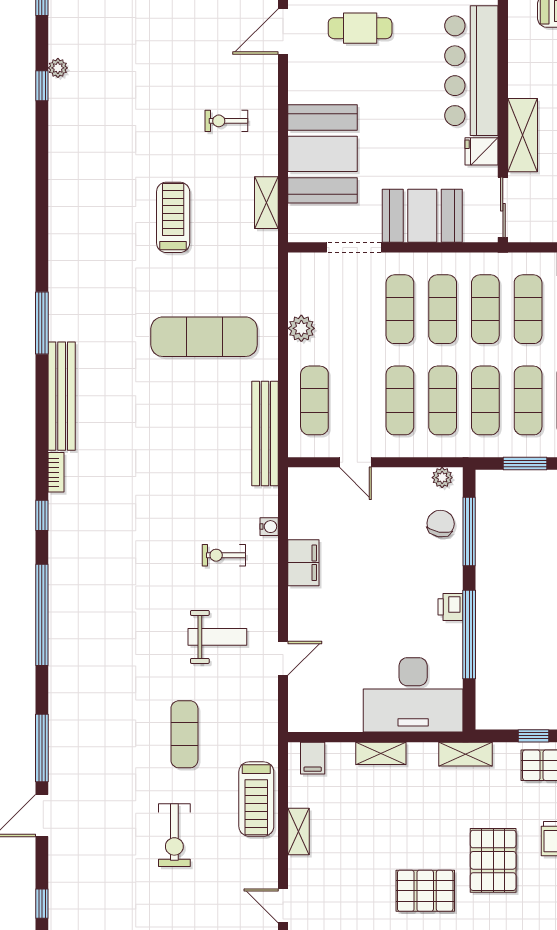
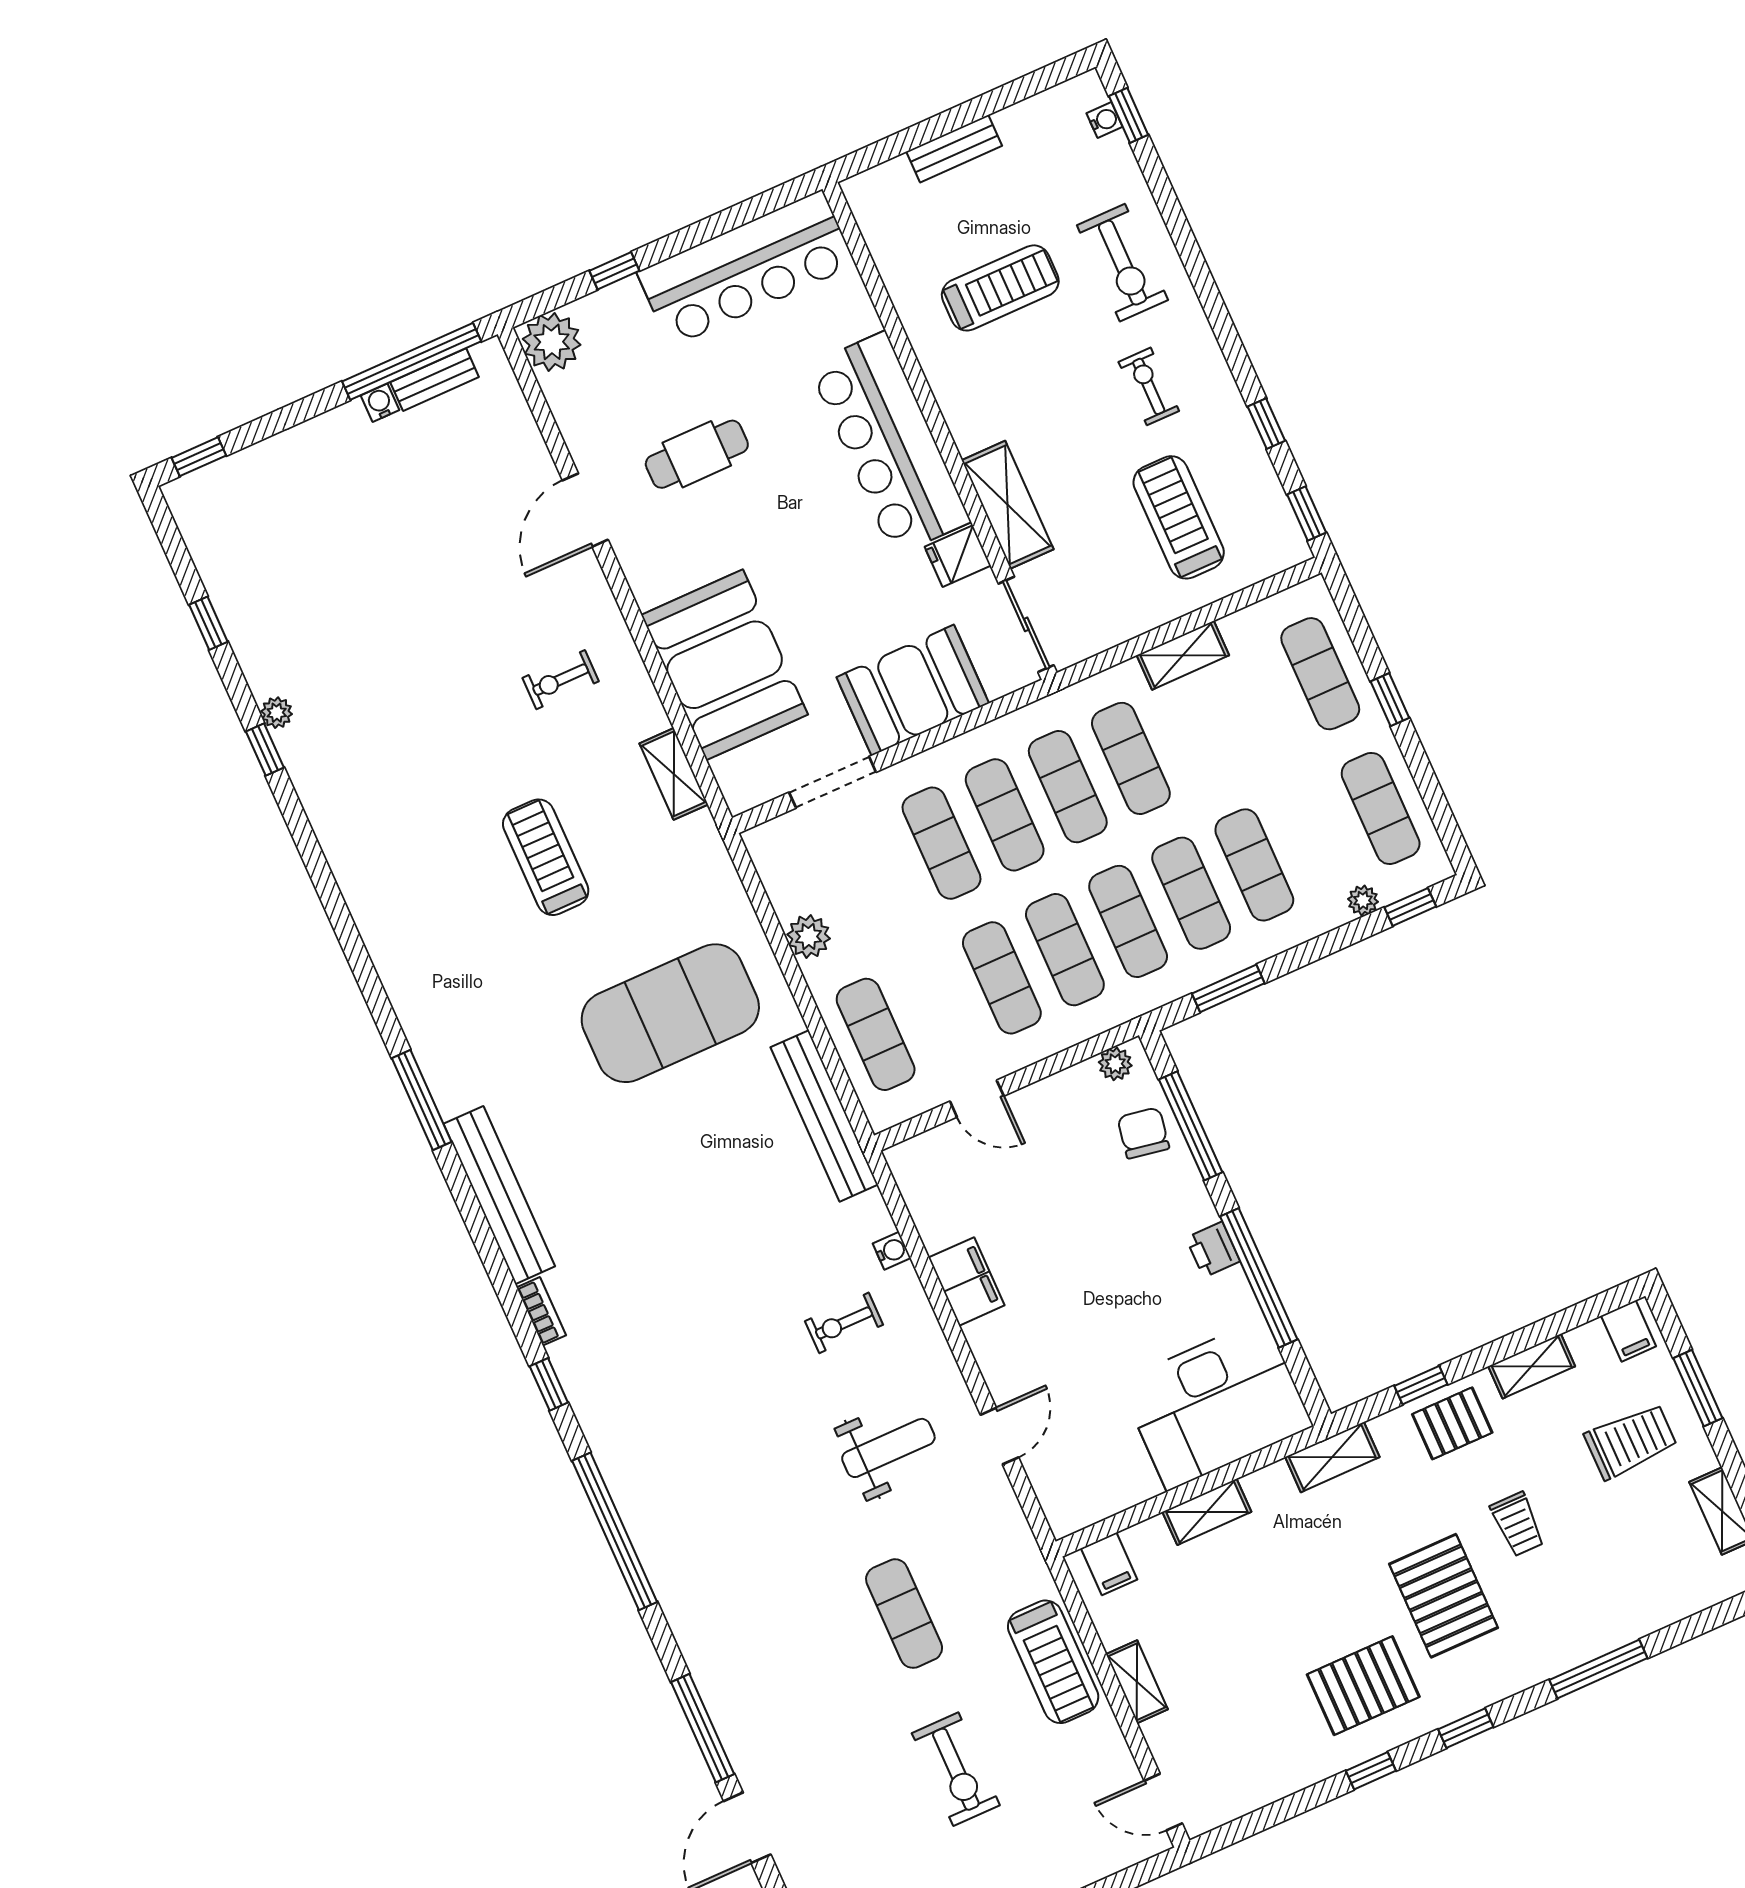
exercise mat: (204, 337) -> (670, 1013), width x1.47

